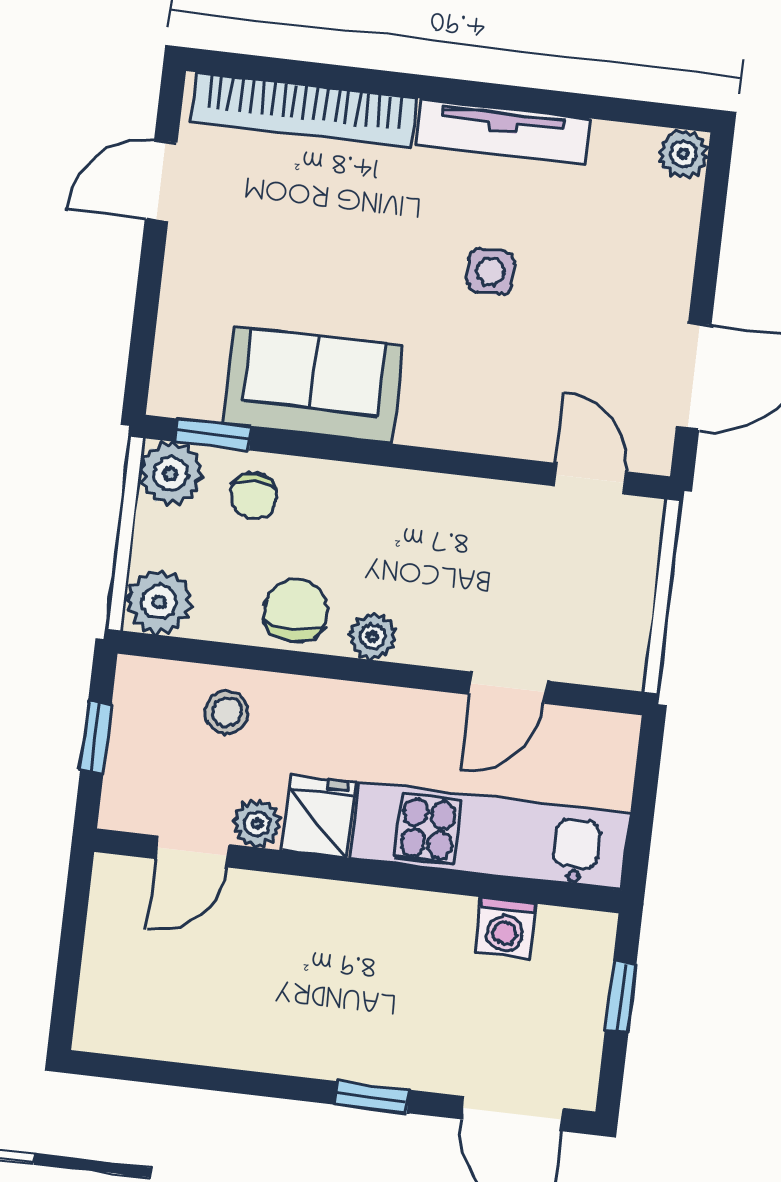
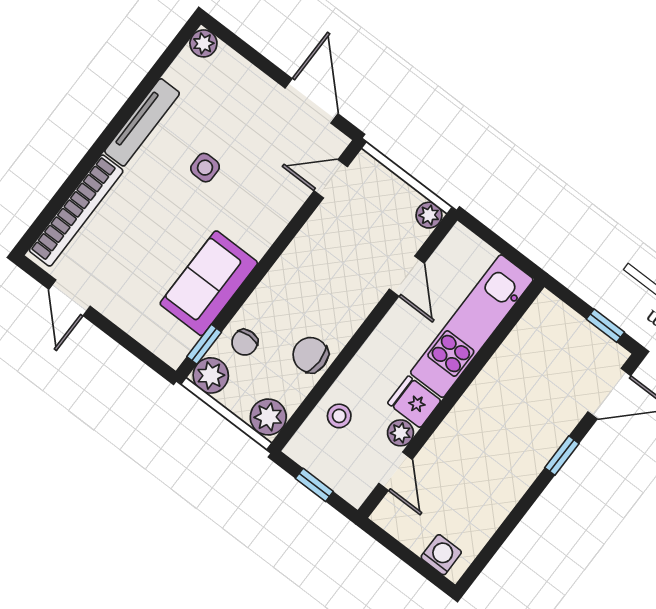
chair: (254, 496) -> (245, 342), turned 88
plant: (373, 636) -> (429, 215), moved
washing machine: (505, 928) -> (441, 555), moved, turned -90
window: (621, 997) -> (605, 326), moved

